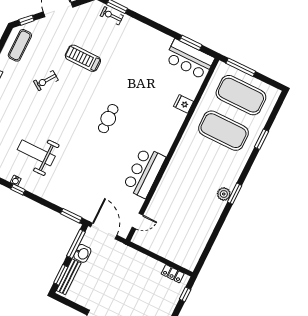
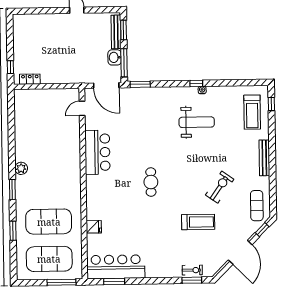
bar counter: (189, 59) -> (116, 267), width x1.36
exercise bike: (46, 81) -> (220, 187), width x1.38, depth x1.39
window: (235, 194) -> (12, 190), moved

